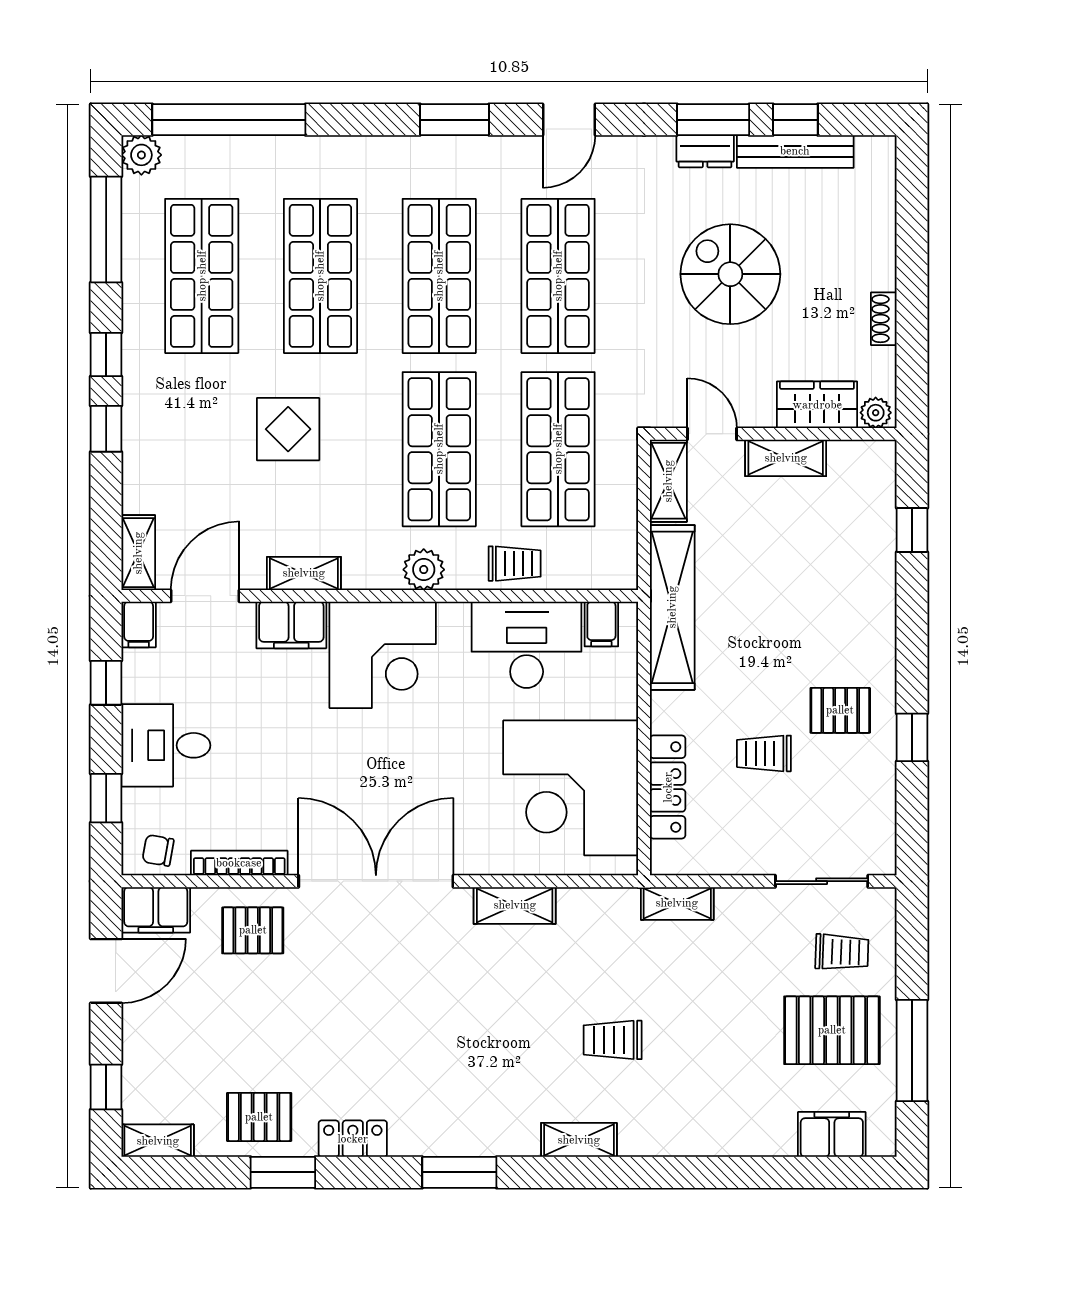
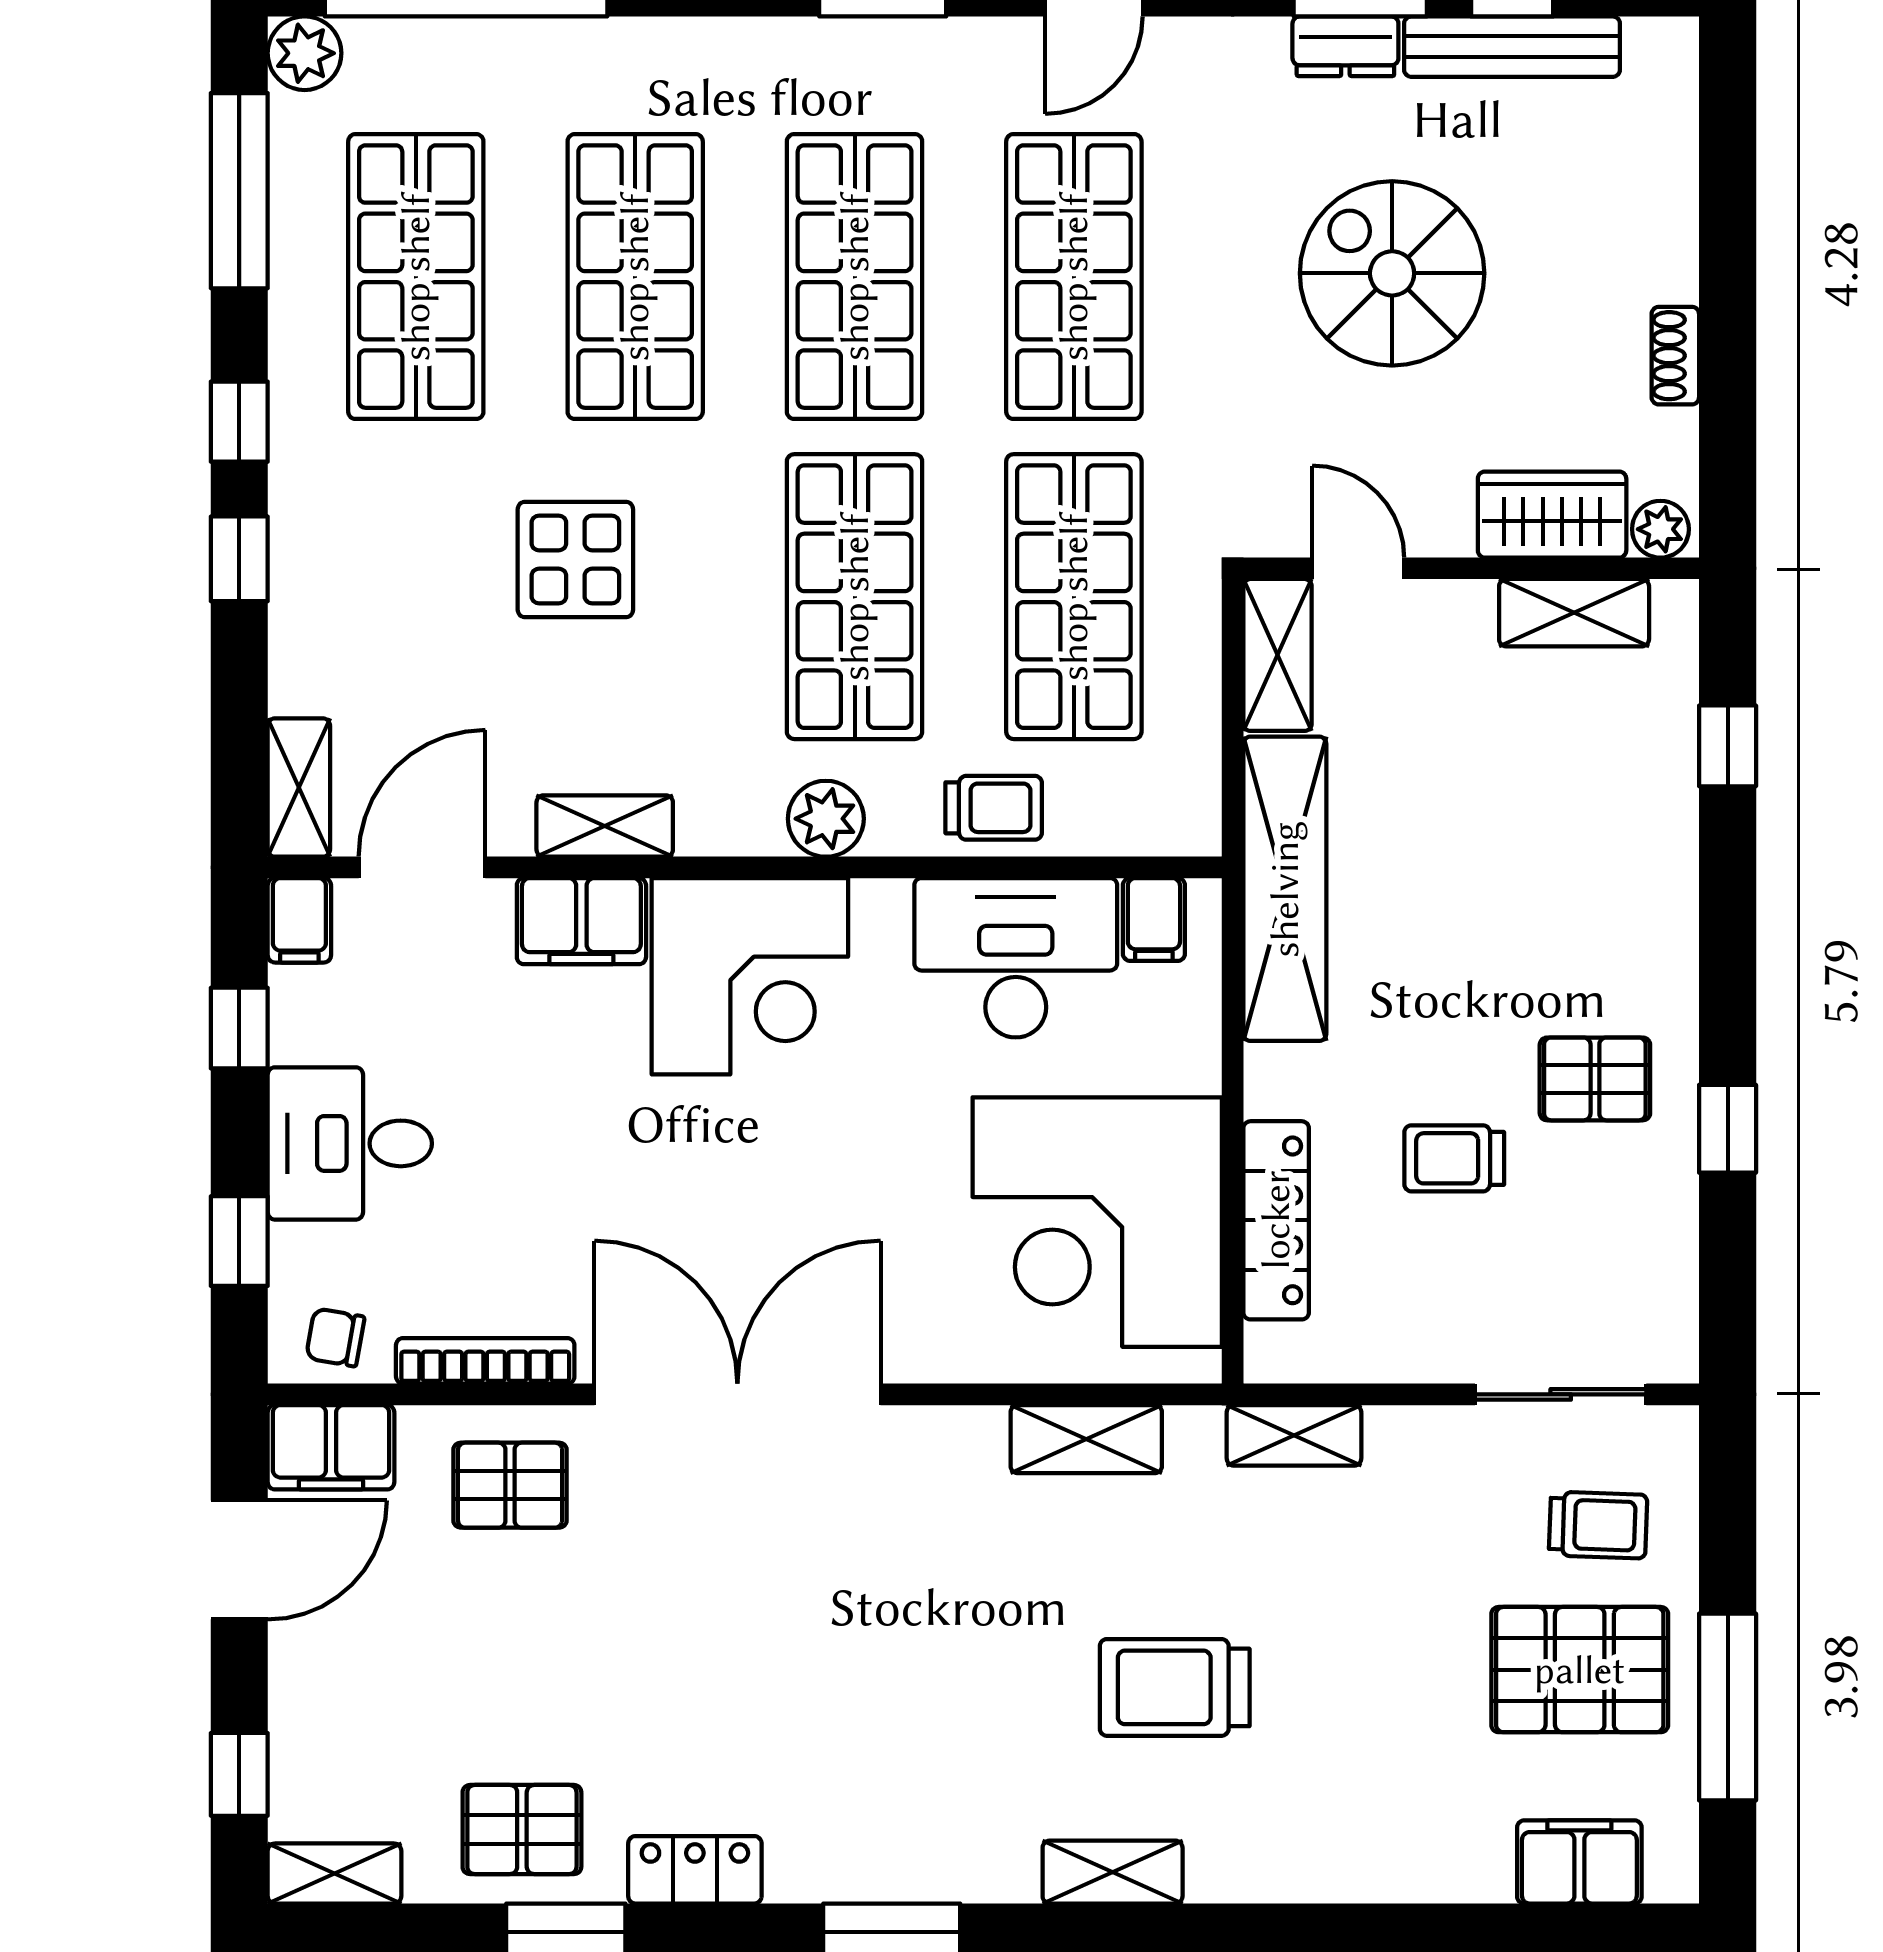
shelving: (786, 458) -> (1574, 613), moved
shelving: (515, 905) -> (1086, 1439), moved
trolley: (613, 1040) -> (1175, 1687), width x1.36, depth x1.39

